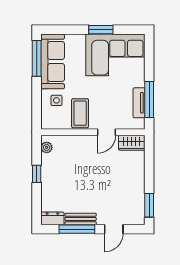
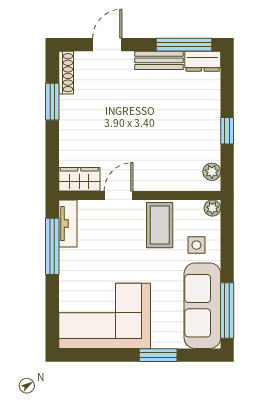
window: (101, 30) -> (158, 355), moved
tv unit: (139, 103) -> (68, 223), moved
plant: (46, 124) -> (212, 208), added
window: (149, 205) -> (52, 102), moved
shoe rack: (140, 211) -> (66, 73), added
window: (77, 229) -> (184, 45), moved

